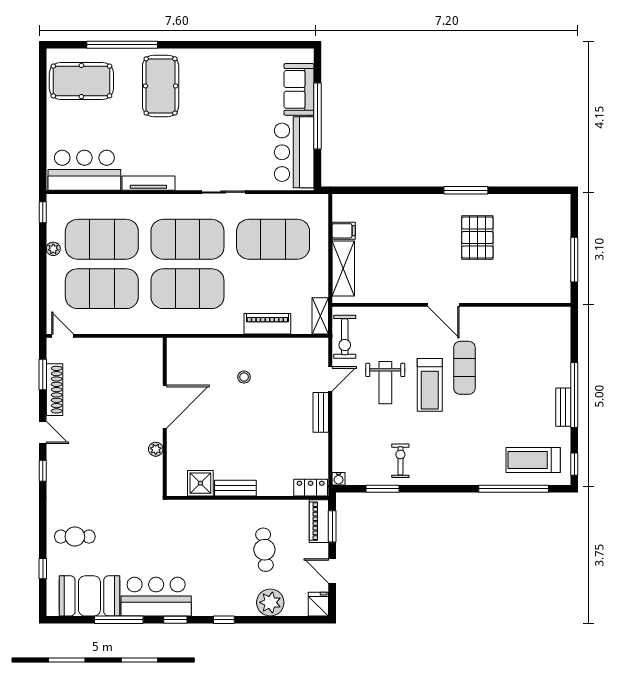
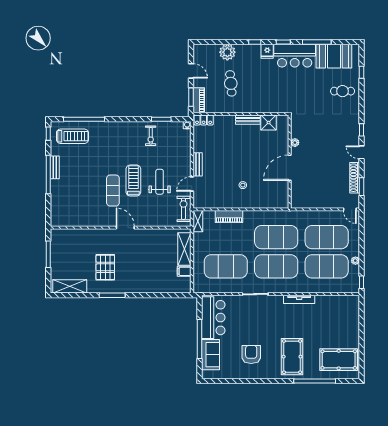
armchair: (230, 90) -> (251, 354), added
bar counter: (84, 170) -> (337, 307), removed
shelving: (538, 205) -> (70, 286), added
fridge: (318, 604) -> (267, 51), moved

